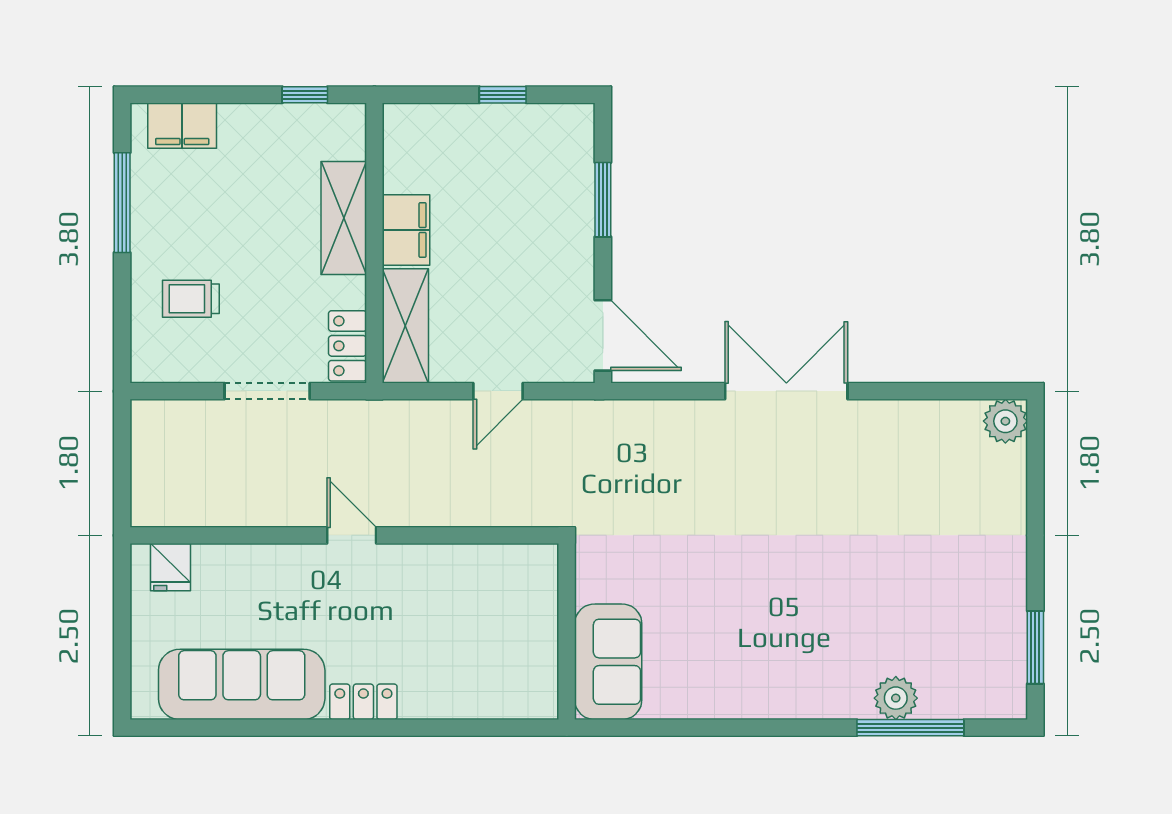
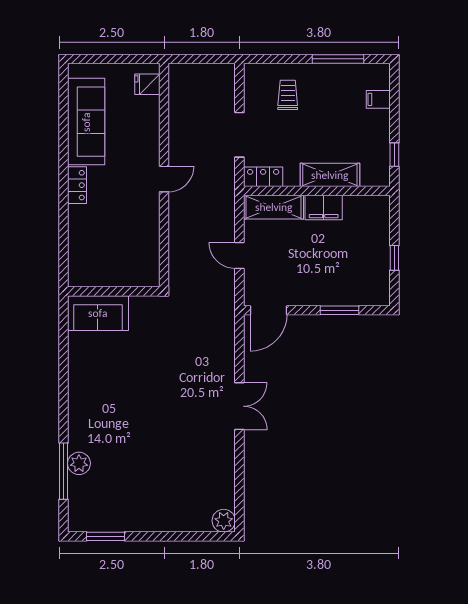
filing cabinet: (182, 126) -> (378, 99), width x0.50
double door: (786, 391) -> (239, 406), width x0.73

